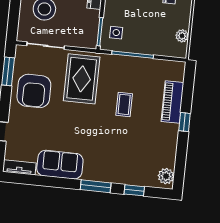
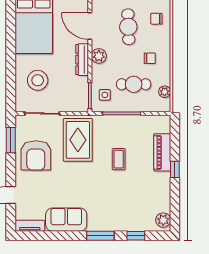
cafe table: (149, 24) -> (134, 84), added

